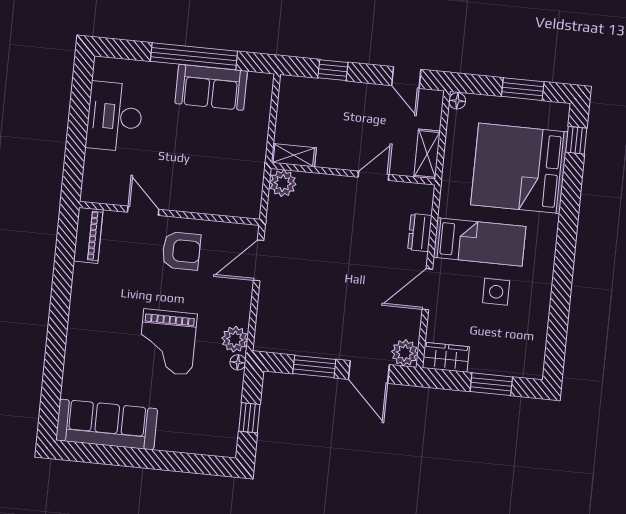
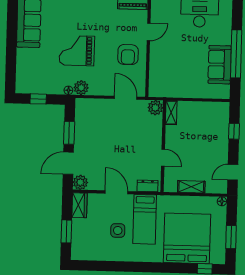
shelving: (294, 155) -> (171, 113), moved
wall: (353, 174) -> (163, 146), moved
door: (373, 176) -> (163, 158), moved
plant: (283, 183) -> (155, 108), moved

